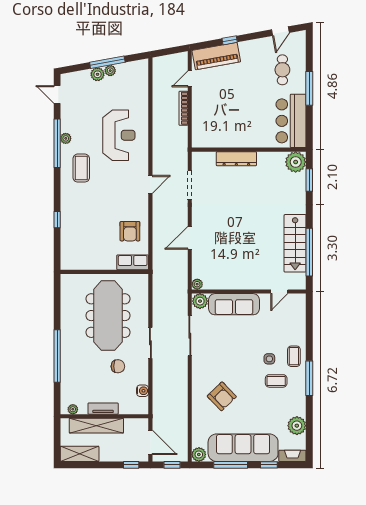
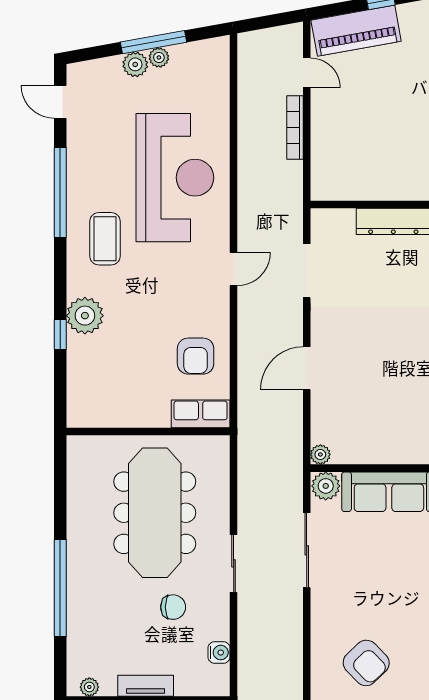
door: (190, 79) -> (307, 73), swing flipped
reception desk: (119, 135) -> (175, 178), width x1.36, depth x1.30
plant: (66, 138) -> (85, 316), moved, width x1.88, depth x1.88

